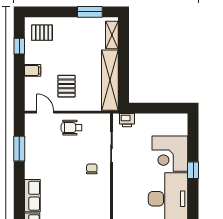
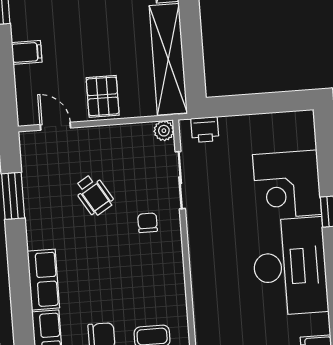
pallet: (67, 86) -> (103, 96), moved
plant: (105, 119) -> (164, 131), added
wheelchair: (72, 128) -> (94, 195), moved, turned -121

